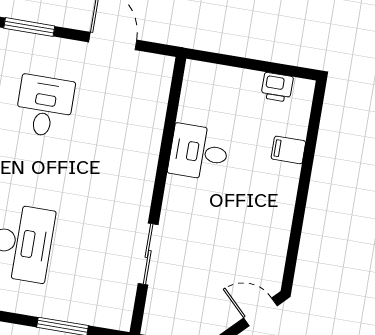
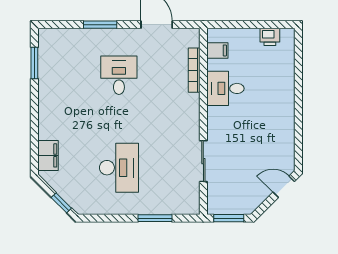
bookcase: (157, 117) -> (194, 70), added
filing cabinet: (288, 150) -> (217, 50), moved, turned 180

